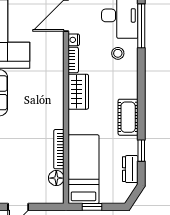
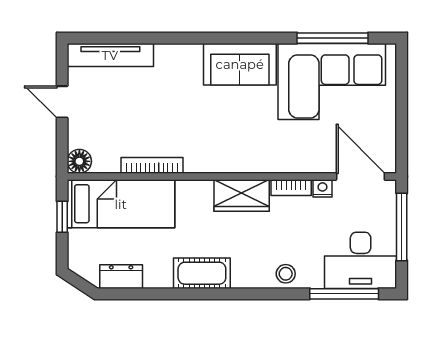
stool: (118, 53) -> (286, 274), moved
window: (141, 151) -> (150, 294), removed
floor lamp: (56, 178) -> (79, 161), moved

